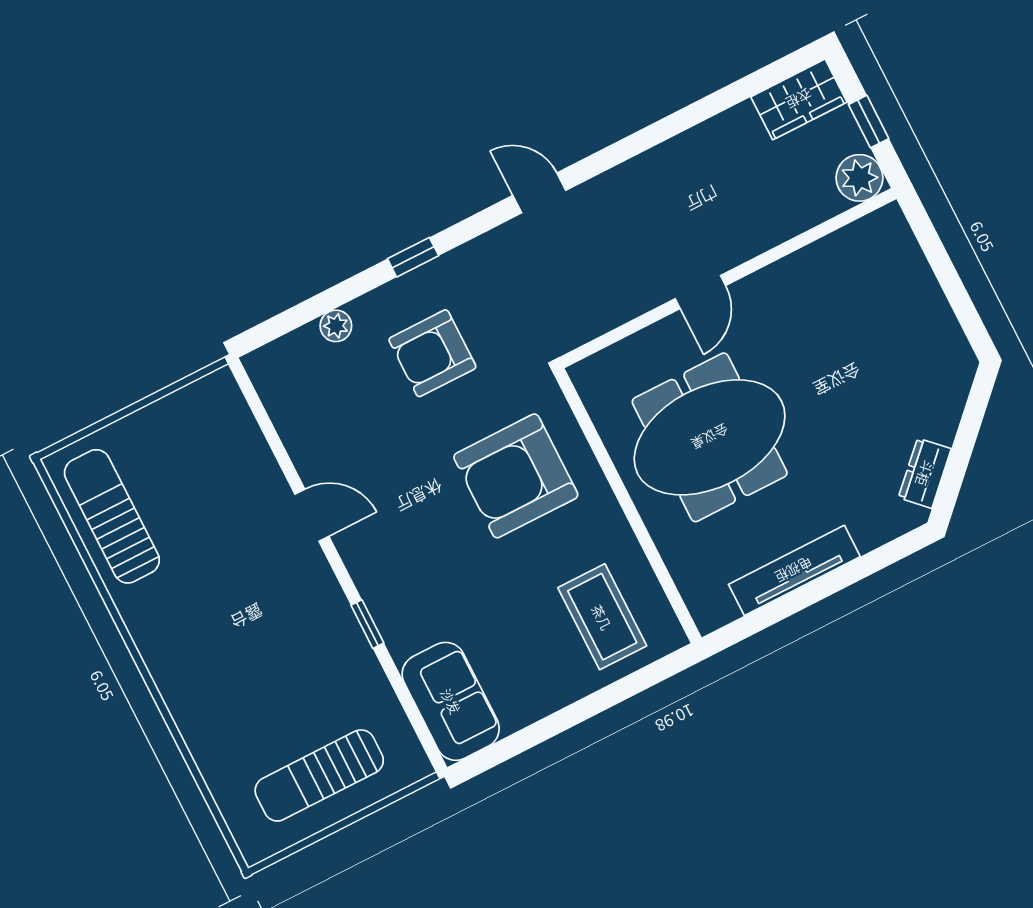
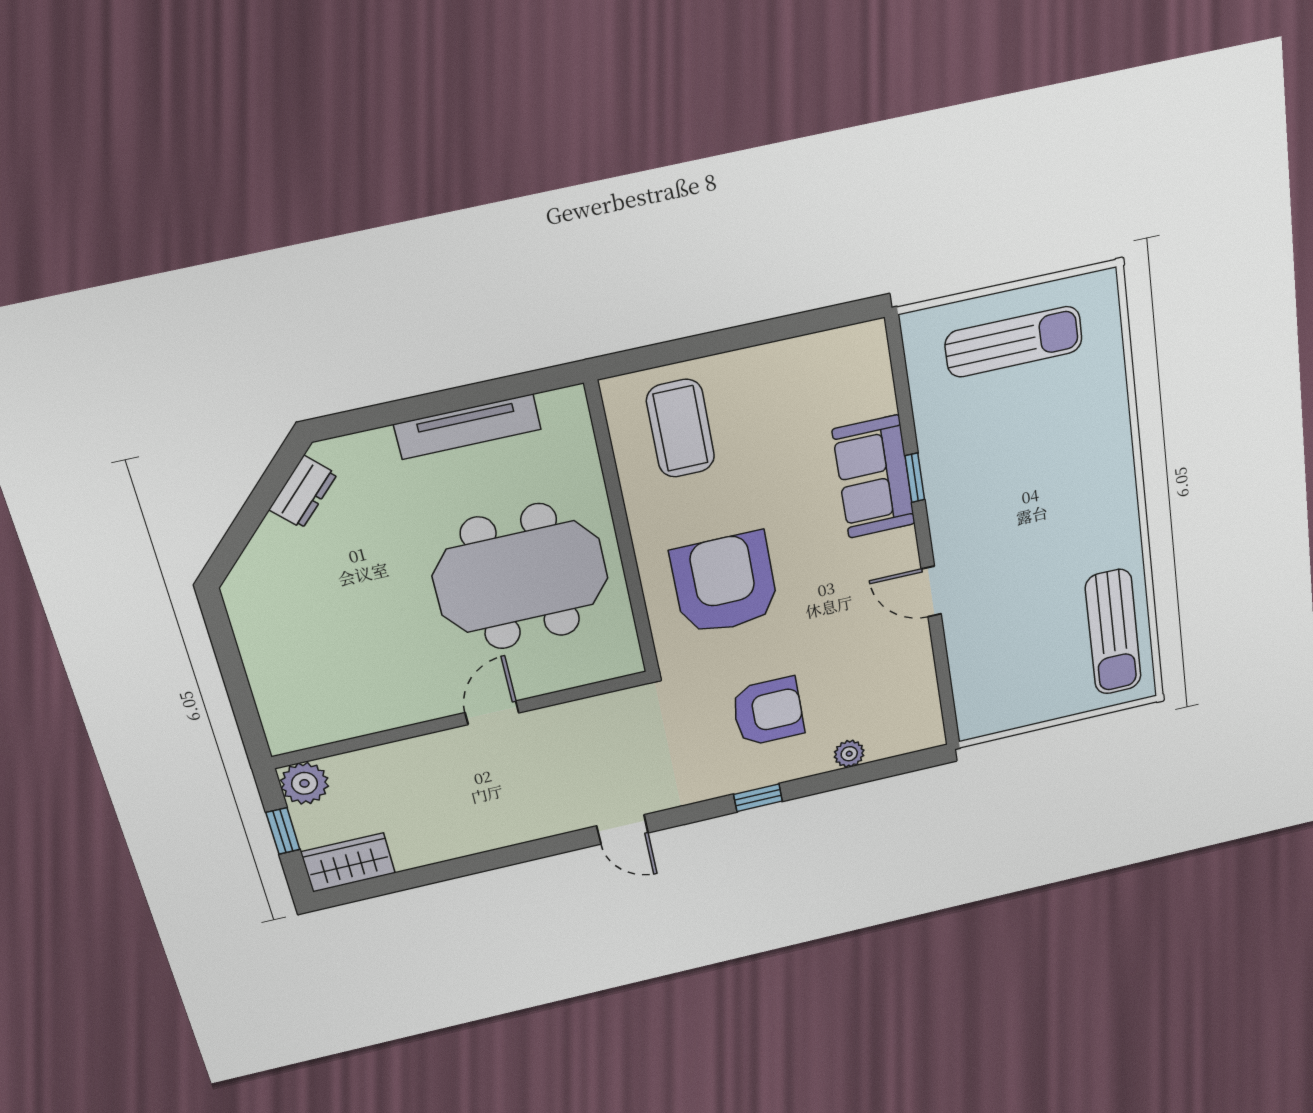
armchair: (516, 476) -> (725, 584), turned -90
sofa: (451, 701) -> (874, 477), moved

